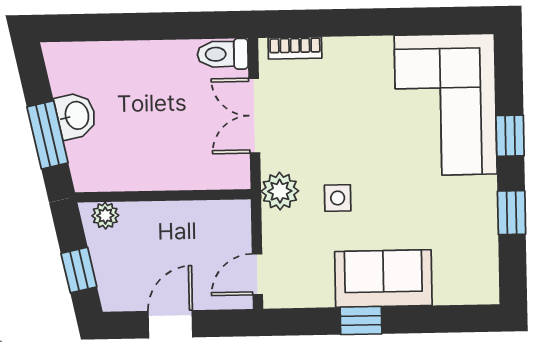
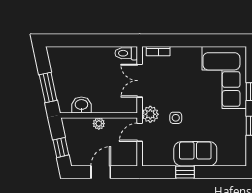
washbasin: (76, 116) -> (81, 105), moved, turned -78
plant: (105, 216) -> (99, 124), moved
door: (257, 274) -> (140, 132), moved

